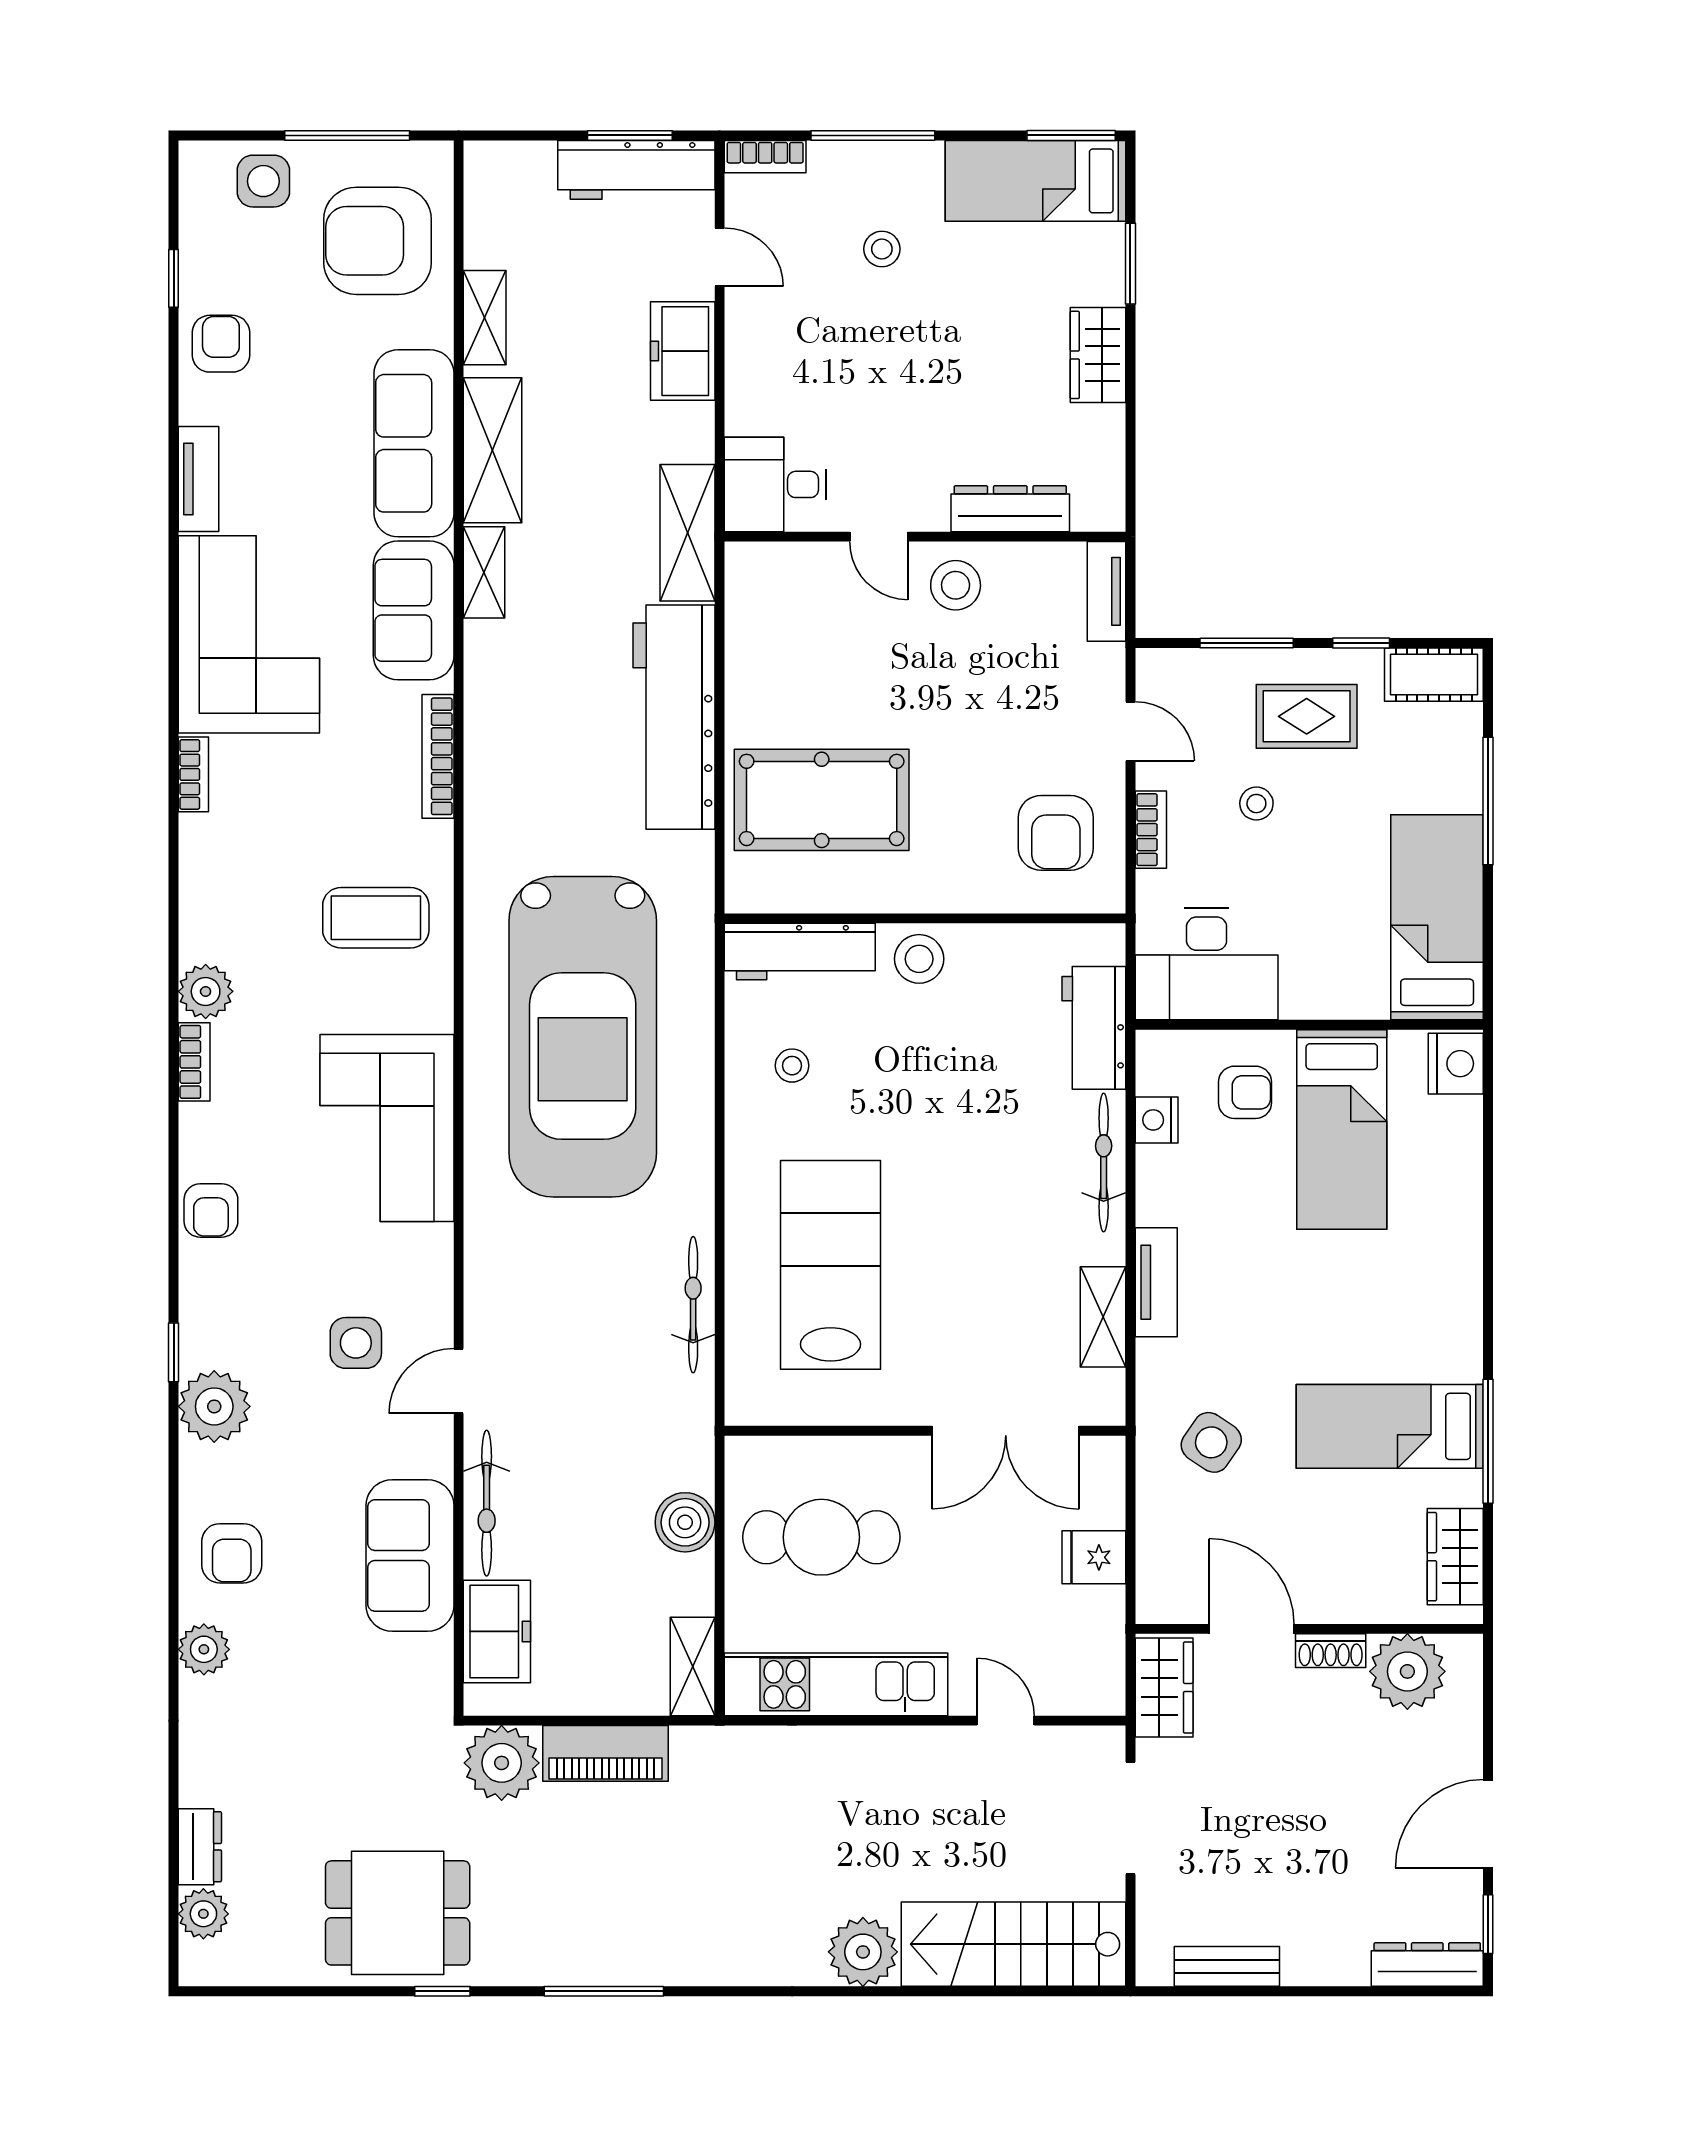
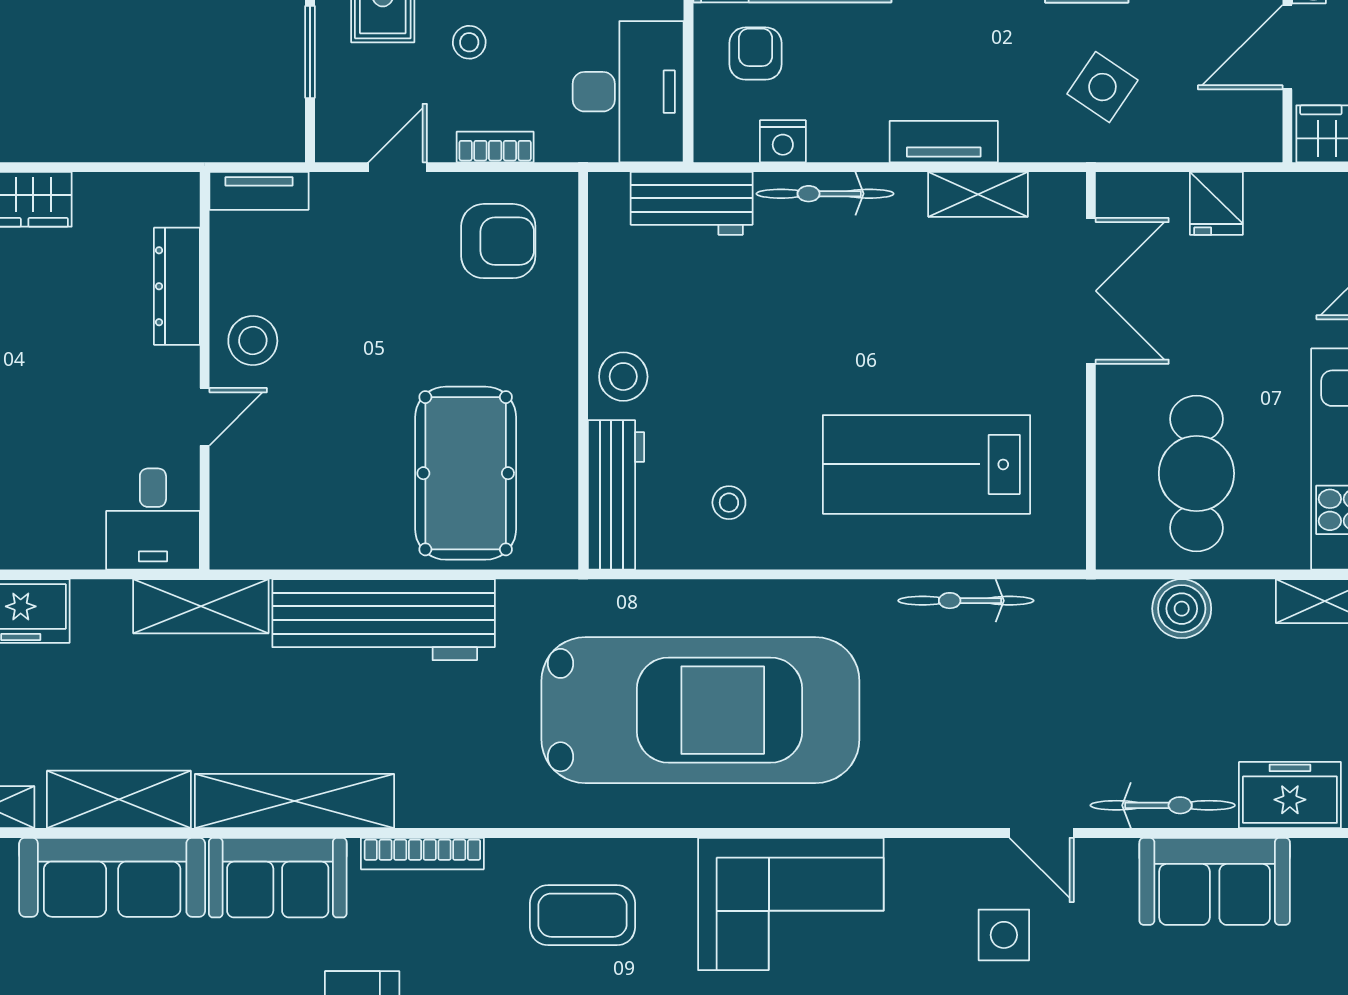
shelving: (484, 572) -> (294, 801), width x2.20, depth x1.33
coffee table: (376, 918) -> (582, 915), turned 90

